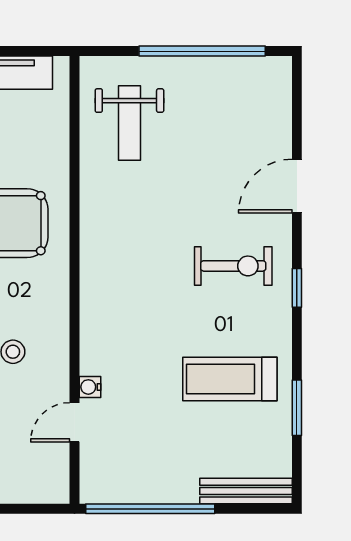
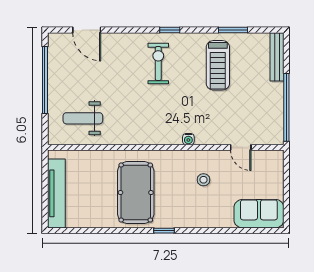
weight bench: (129, 123) -> (83, 118), turned 180
door: (297, 186) -> (87, 30), moved
water cooler: (90, 387) -> (188, 139), moved

